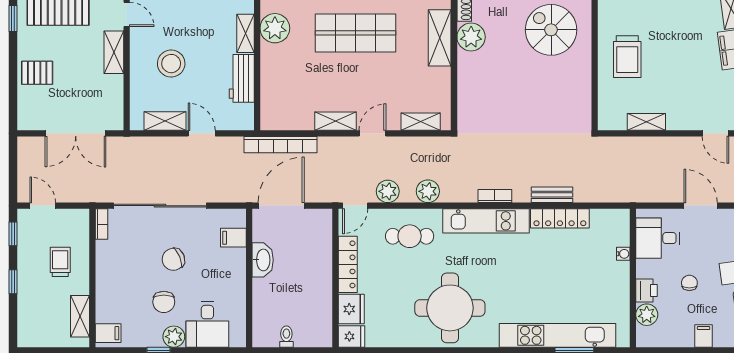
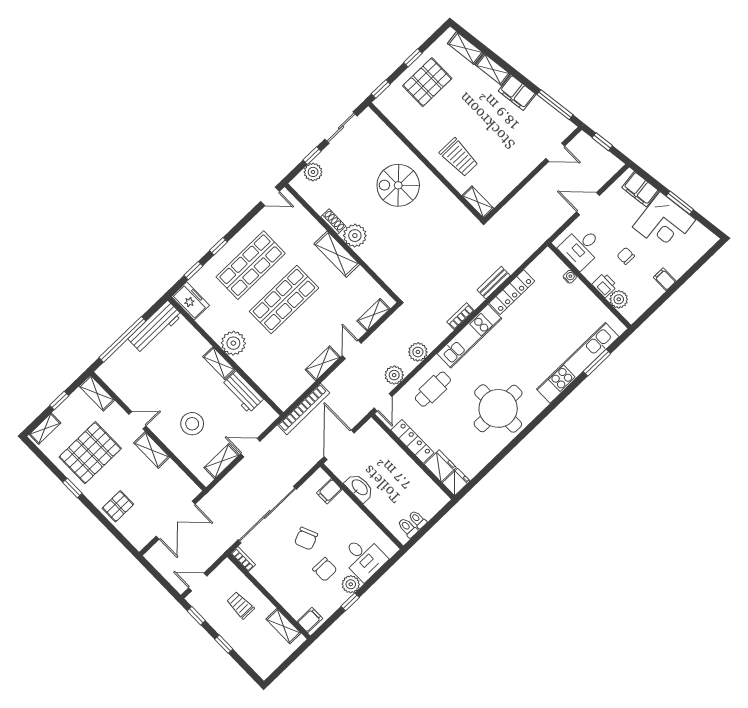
shelving: (646, 122) -> (478, 202), moved, turned 90
toilet: (271, 335) -> (408, 528), added

